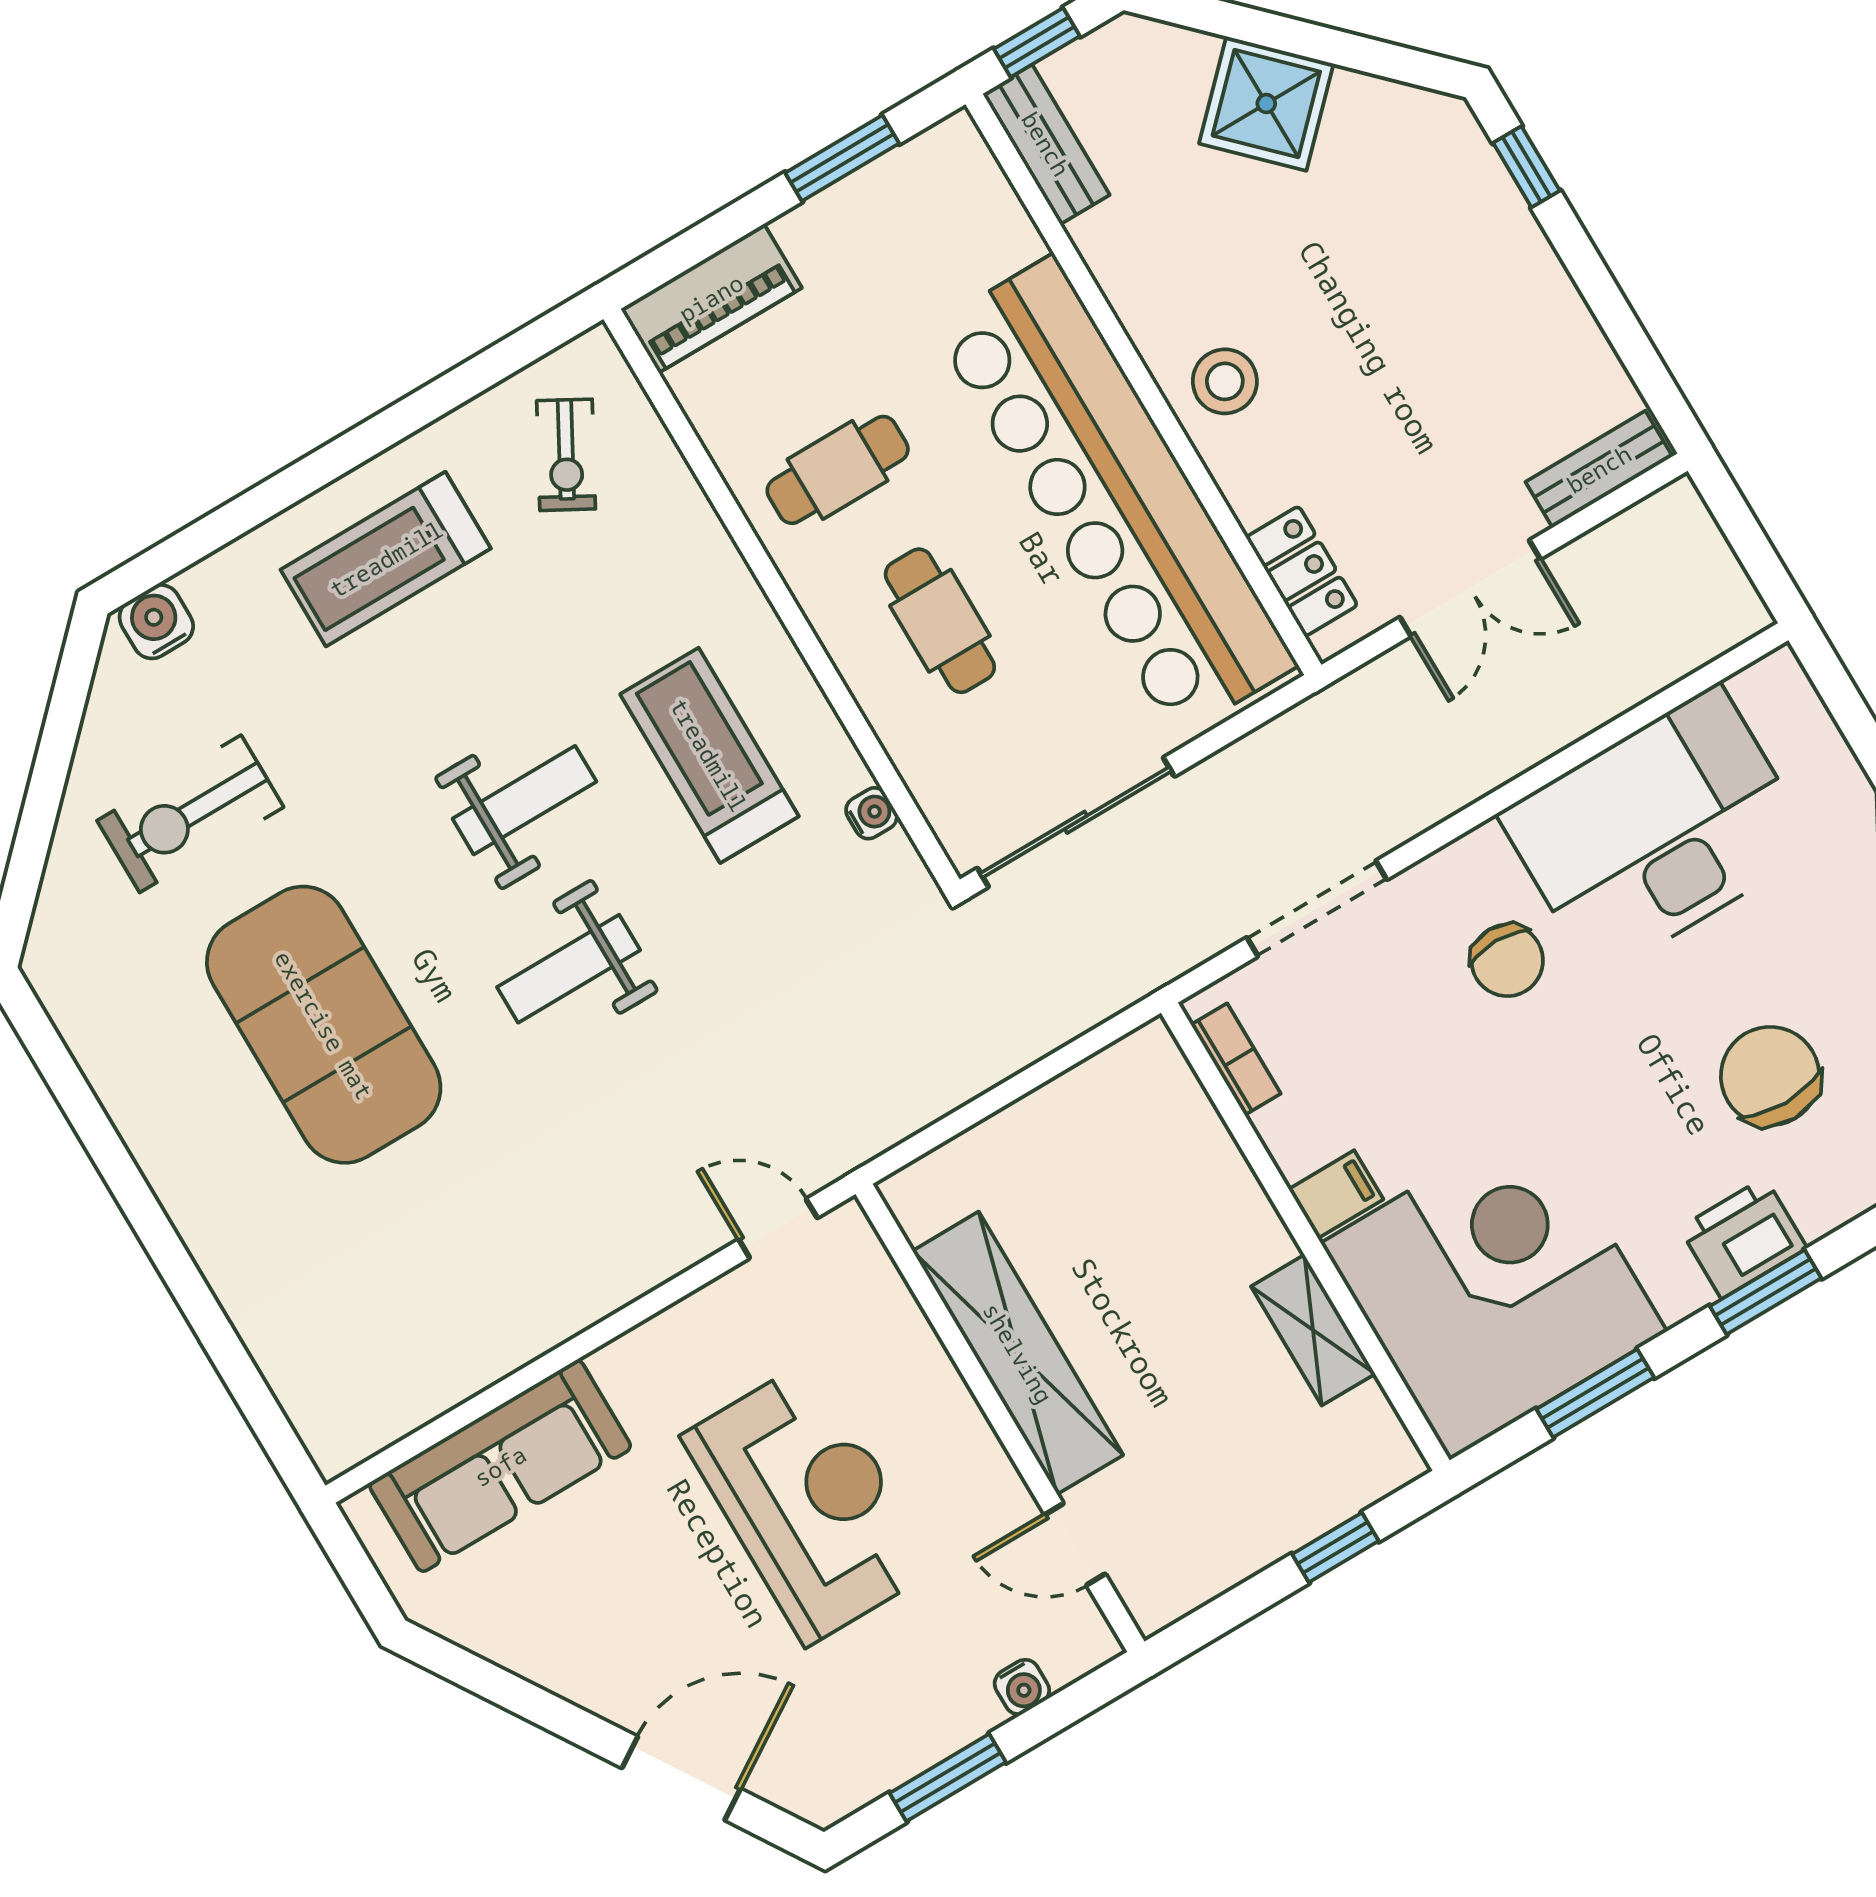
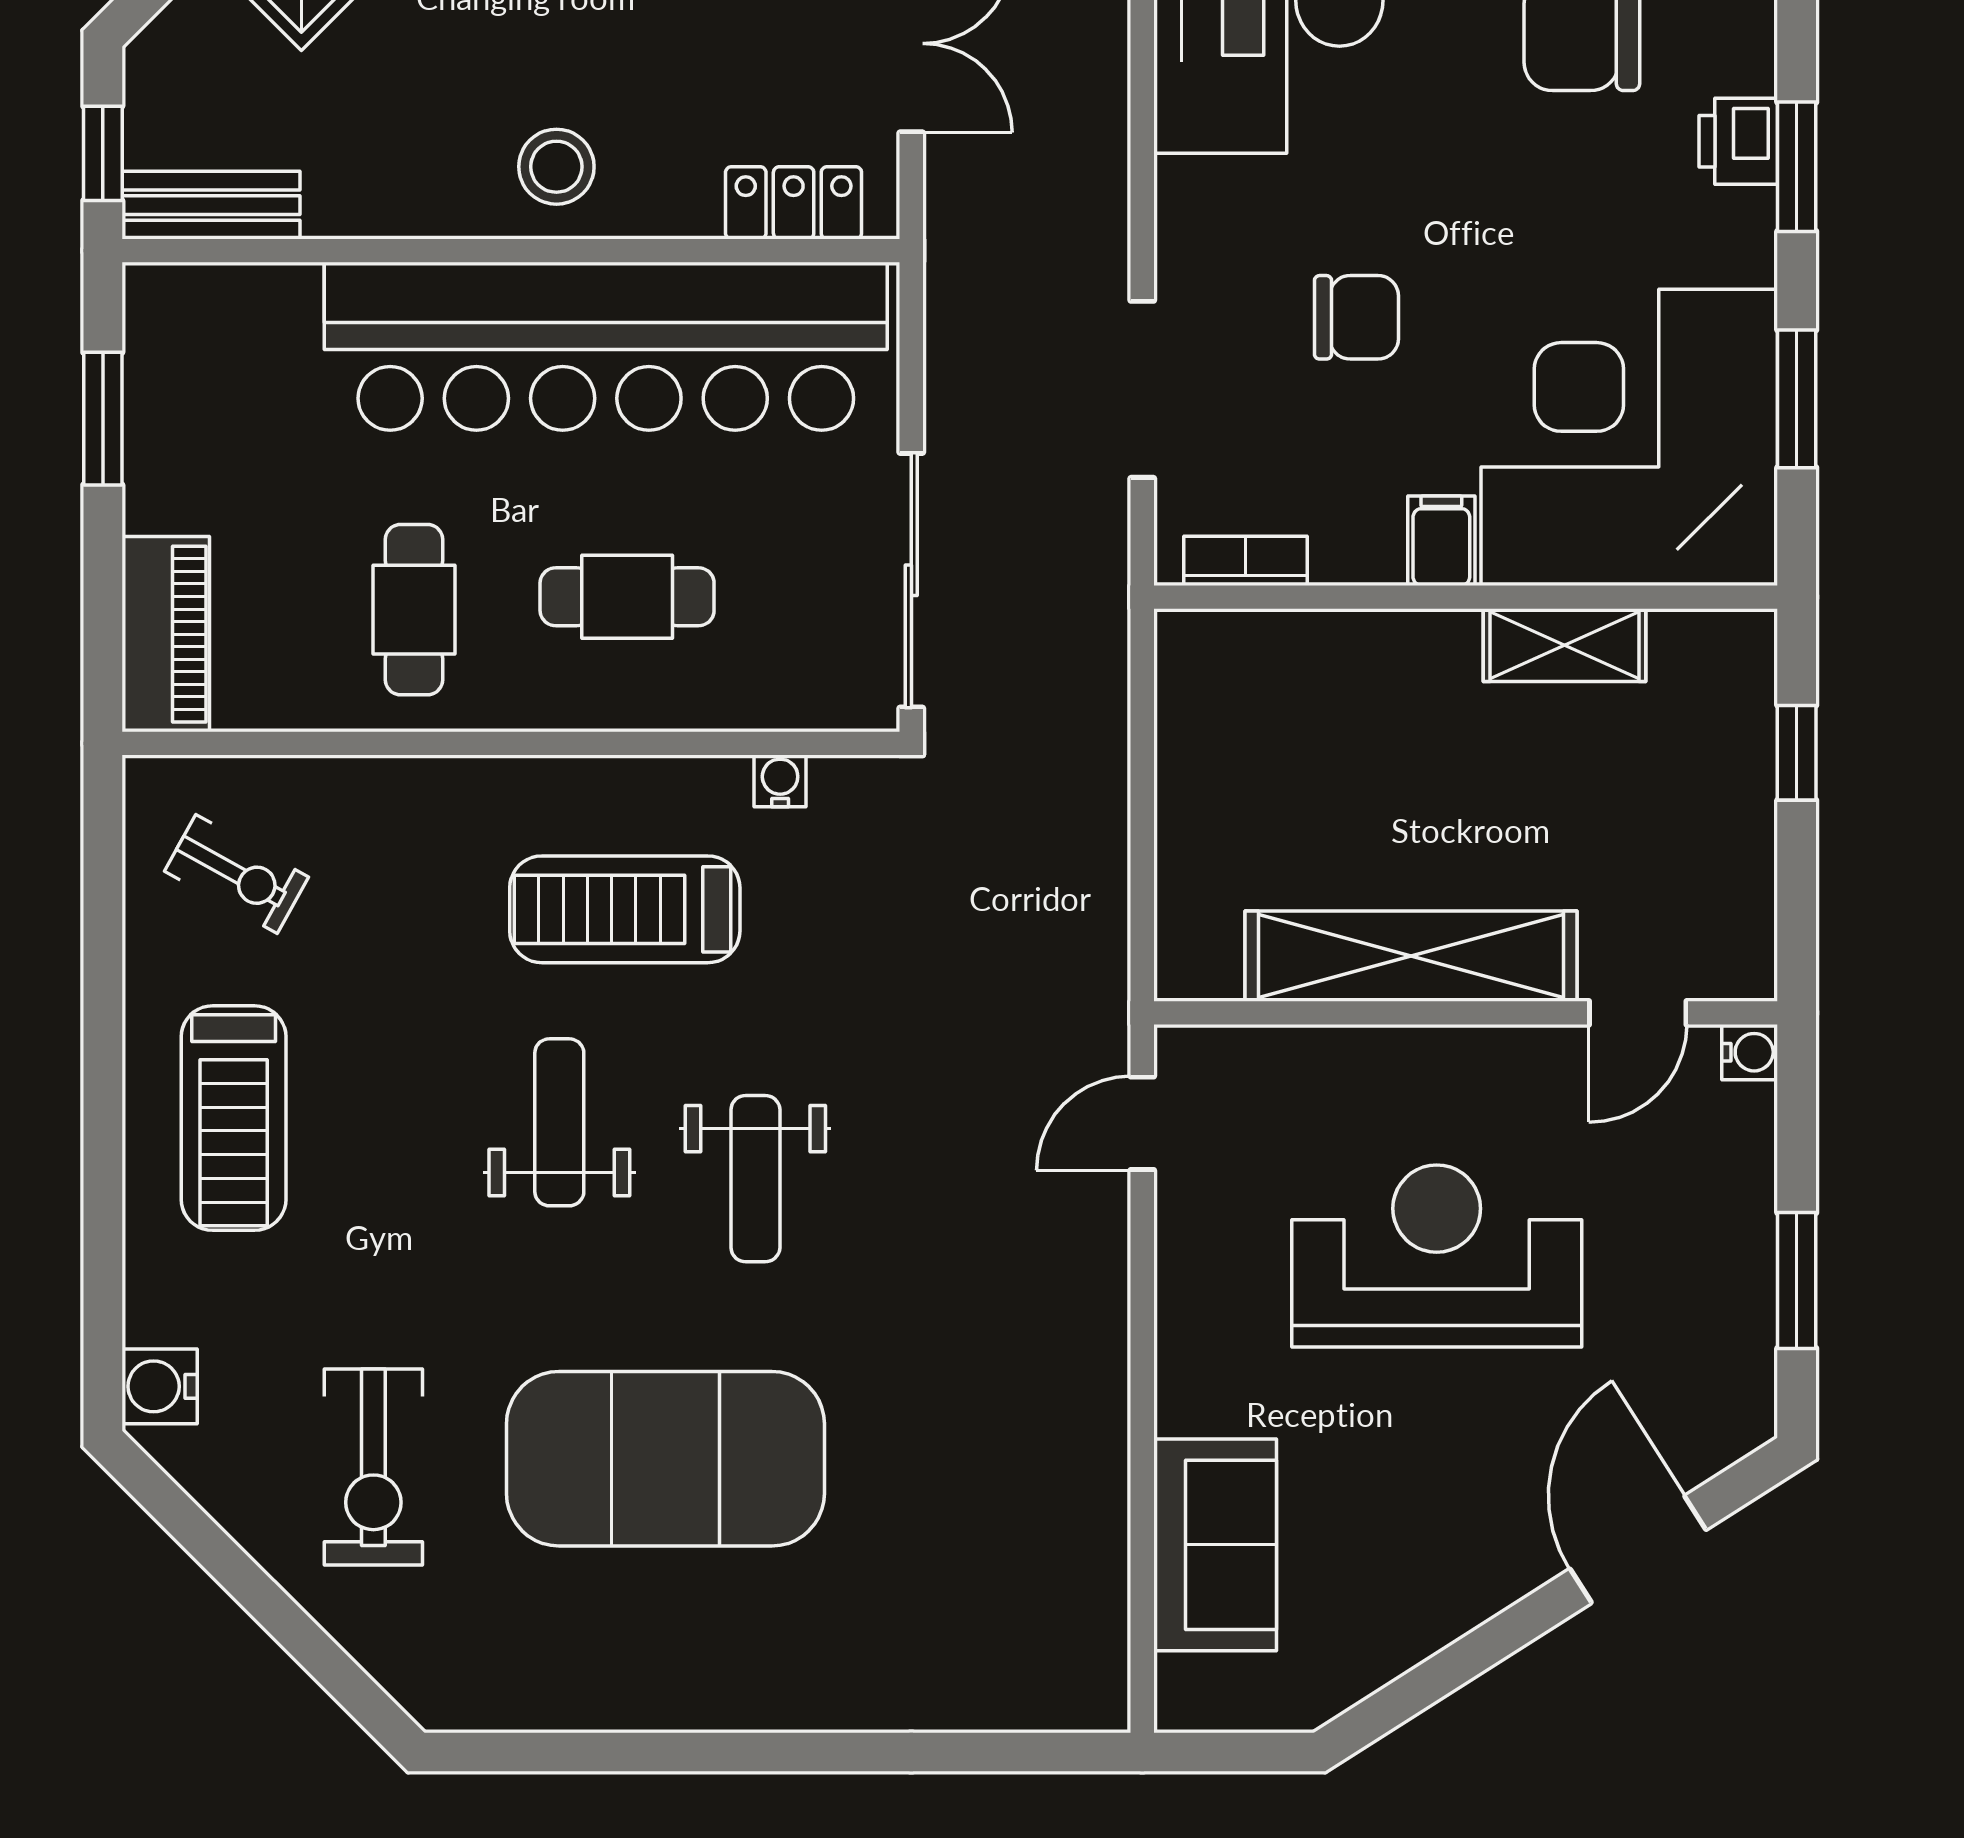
chair: (1507, 960) -> (1357, 317), moved
printer: (1743, 1238) -> (1738, 141), width x0.73, depth x0.81
sofa: (500, 1466) -> (1215, 1545), width x0.73
water cooler: (1022, 1687) -> (1750, 1052), moved

